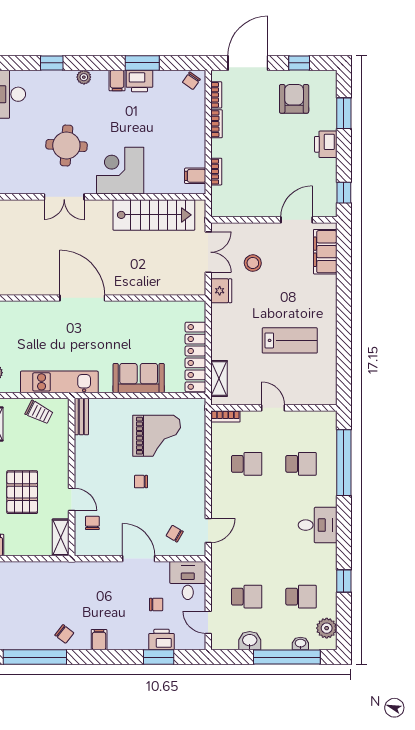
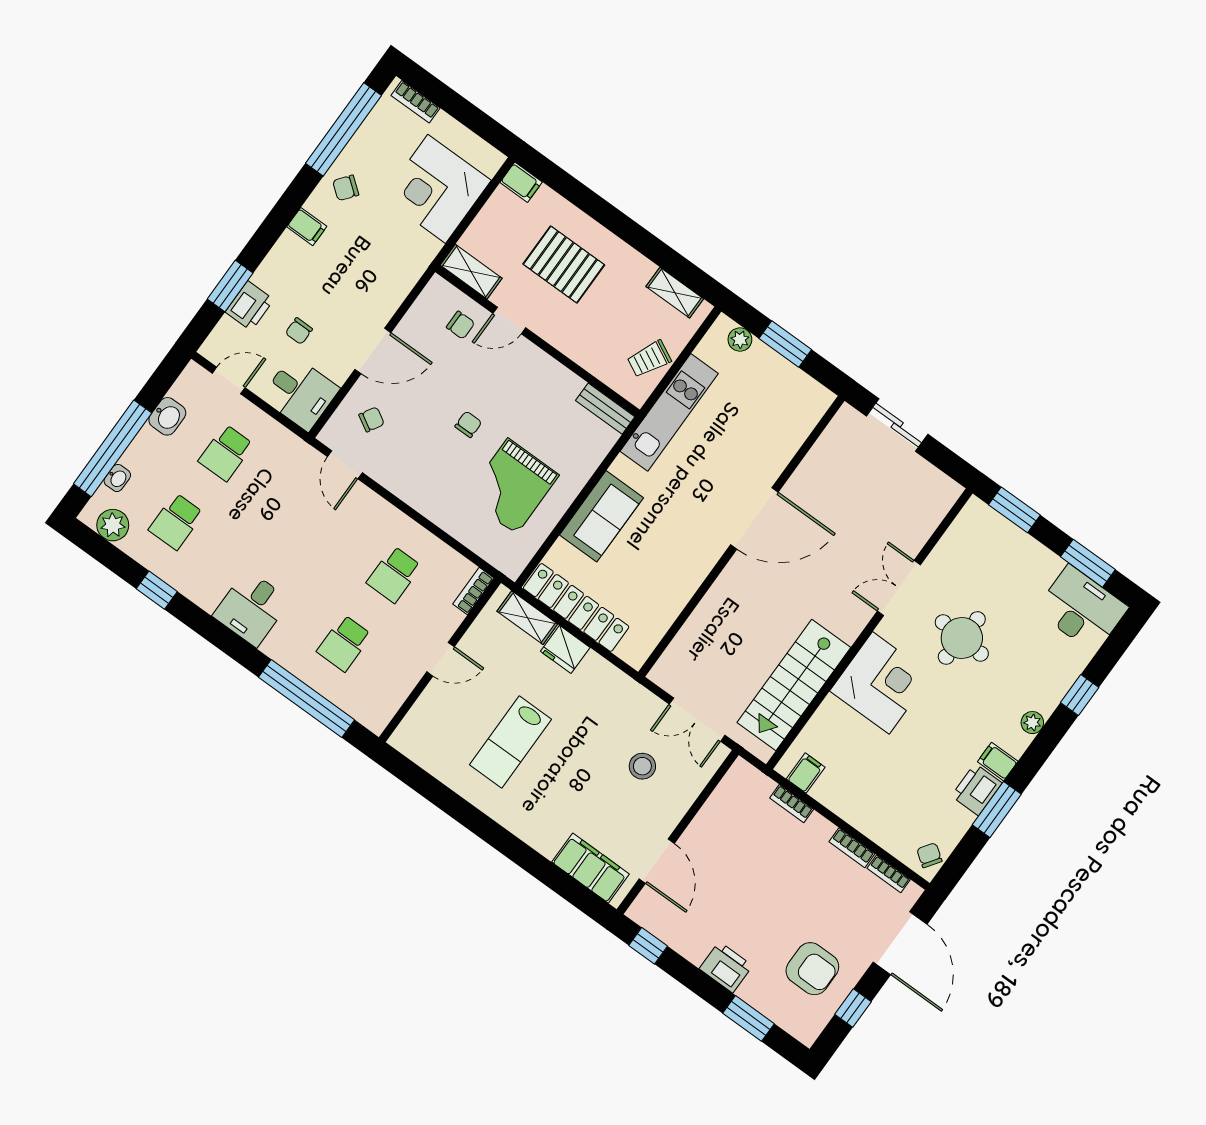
fridge: (221, 291) -> (565, 649), moved
corner desk: (31, 586) -> (437, 189), added

